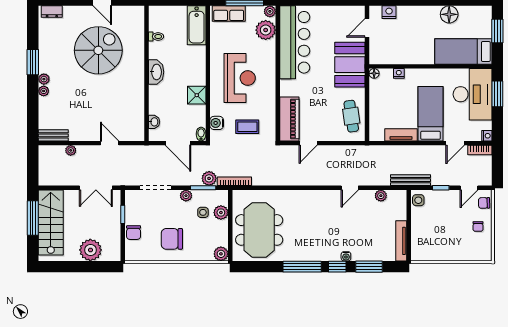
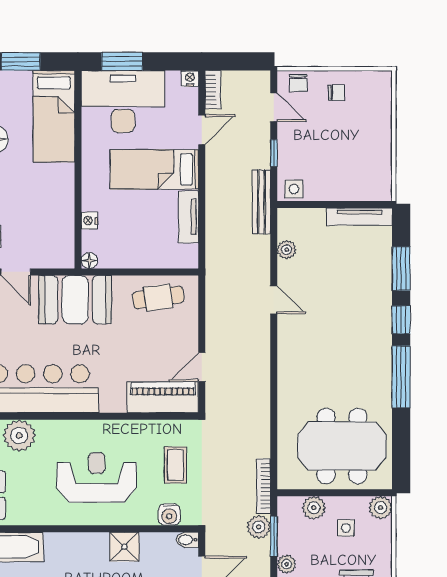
door: (308, 143) -> (202, 367), swing flipped
door: (455, 143) -> (202, 130), hinge flipped
side table: (203, 212) -> (346, 528), moved
water cooler: (346, 256) -> (384, 306), removed

